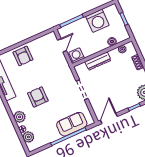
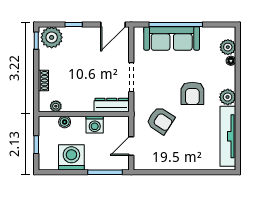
washing machine: (77, 55) -> (95, 125), moved
armchair: (23, 56) -> (160, 120), moved, turned 123
dresser: (98, 61) -> (112, 105), moved
plant: (20, 117) -> (228, 97), moved
sofa: (72, 124) -> (172, 38), width x1.36

